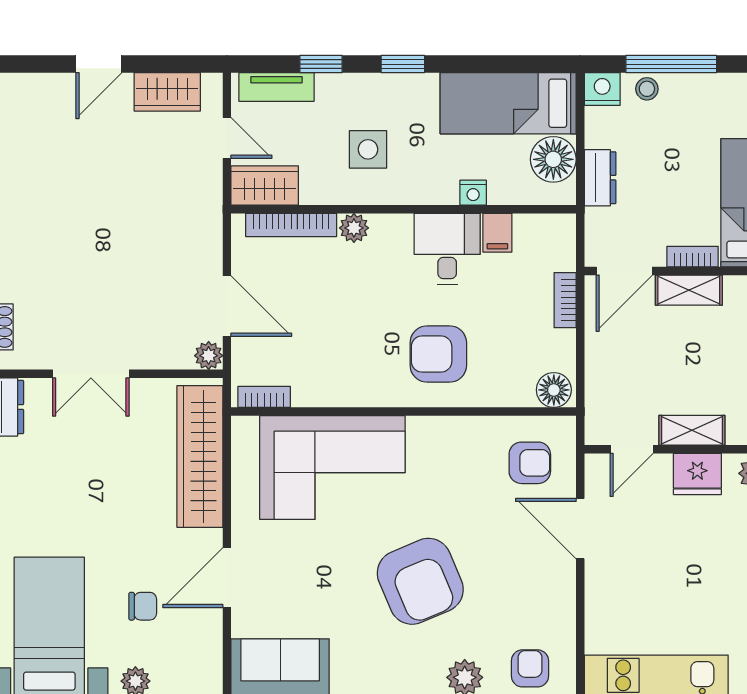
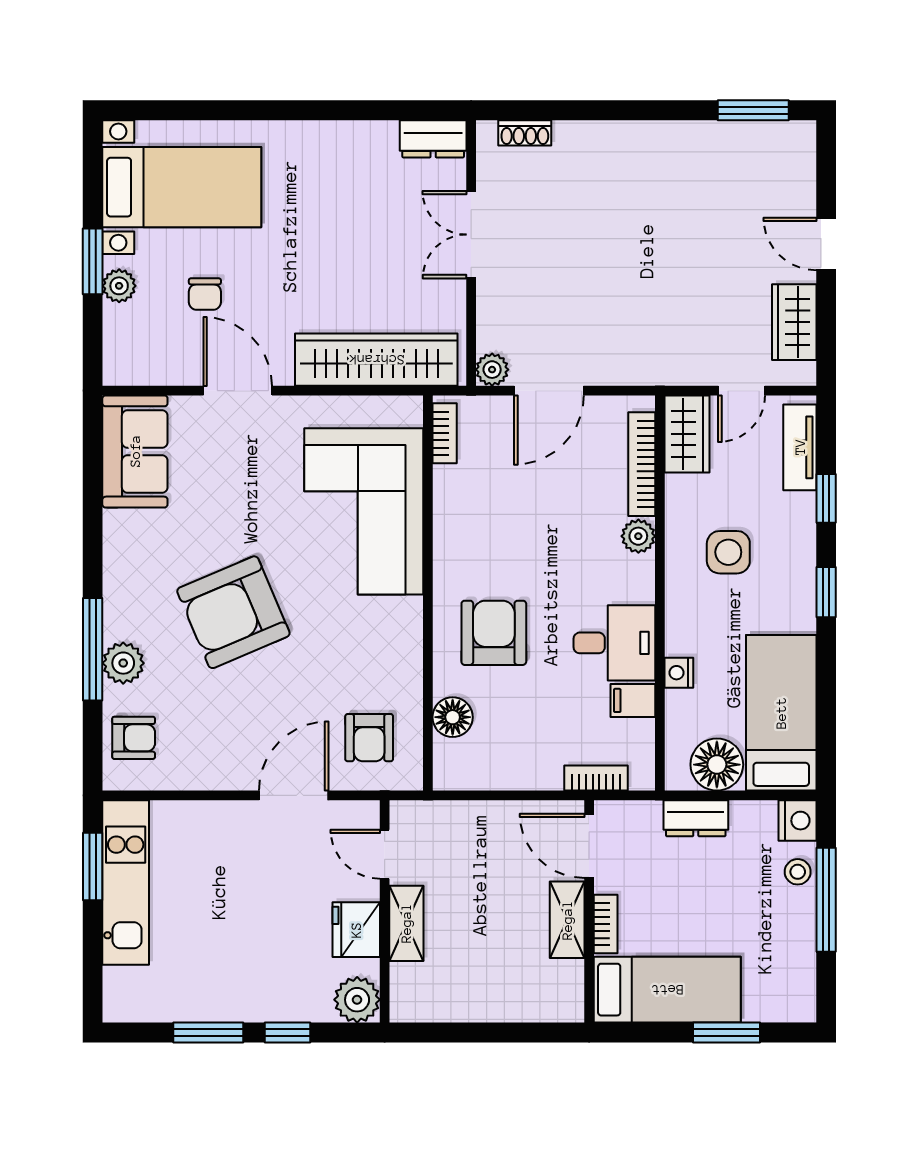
bookcase: (565, 300) -> (596, 778), moved
floor lamp: (554, 390) -> (453, 717), moved

